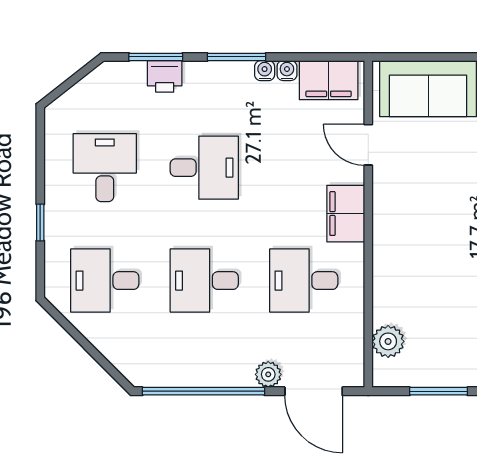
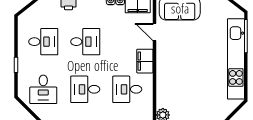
desk: (105, 168) -> (43, 42), turned 90
desk: (105, 281) -> (43, 89), turned -90

